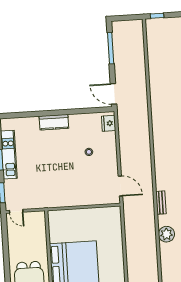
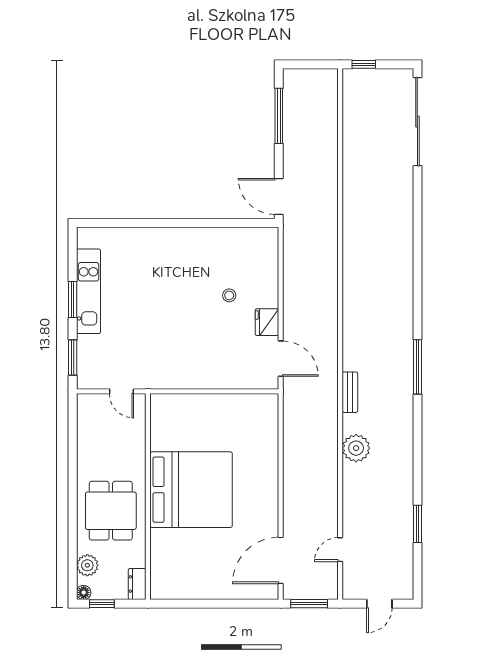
kitchen counter: (54, 122) -> (171, 239), removed
fridge: (109, 123) -> (267, 322), moved
door: (16, 211) -> (121, 391), moved

